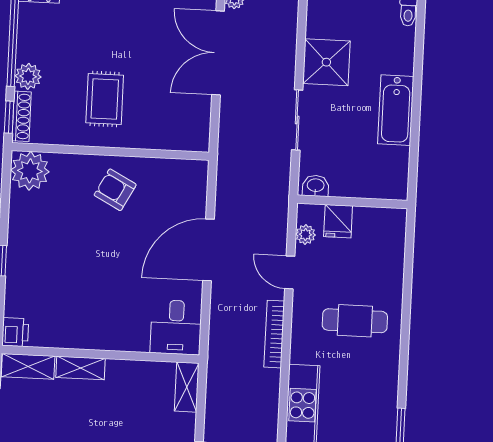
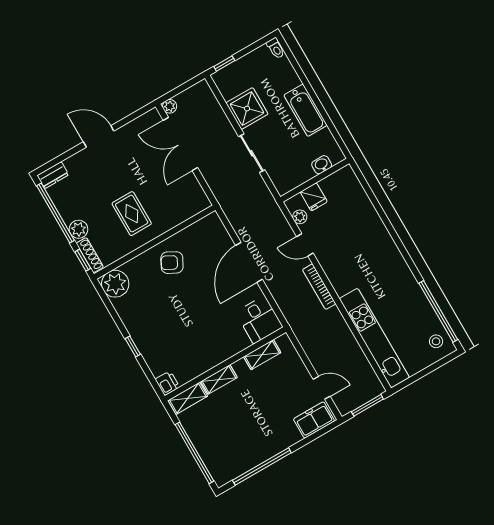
washbasin: (316, 186) -> (322, 165), moved
cafe table: (355, 321) -> (361, 249), removed
shelving: (187, 387) -> (262, 355), moved, turned 90

